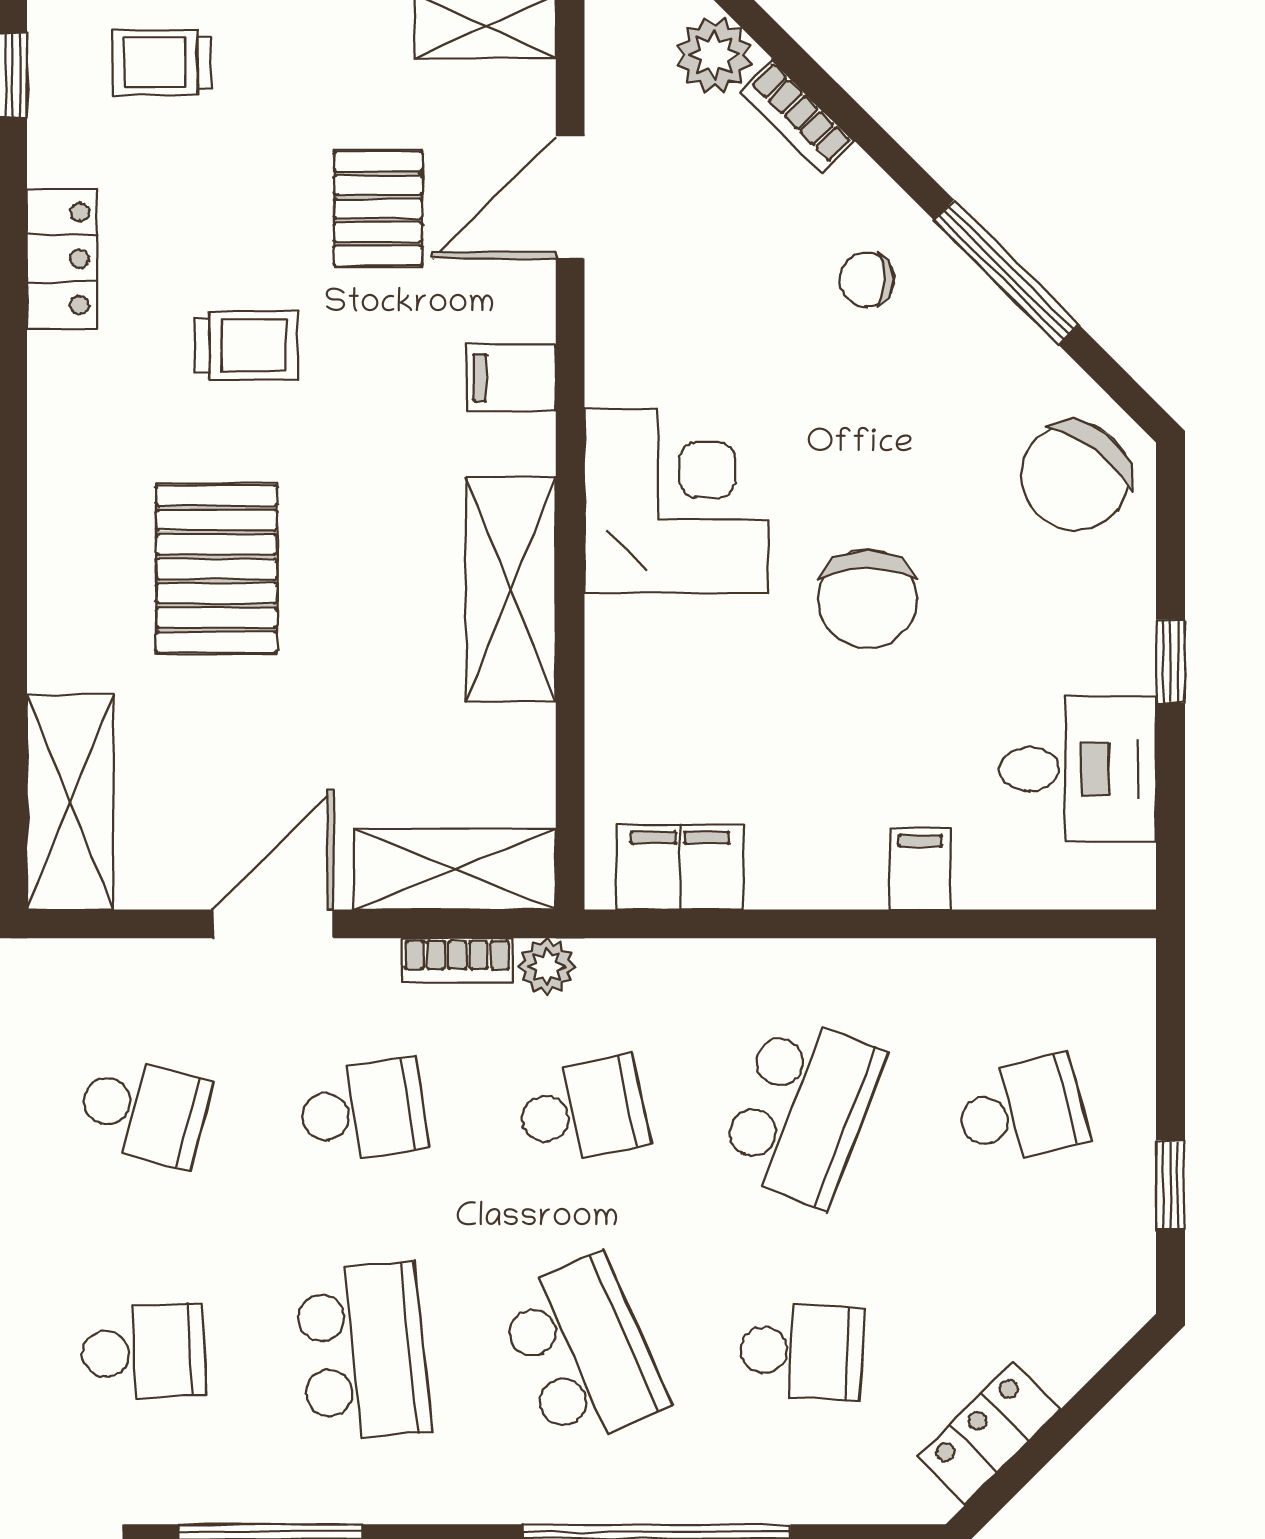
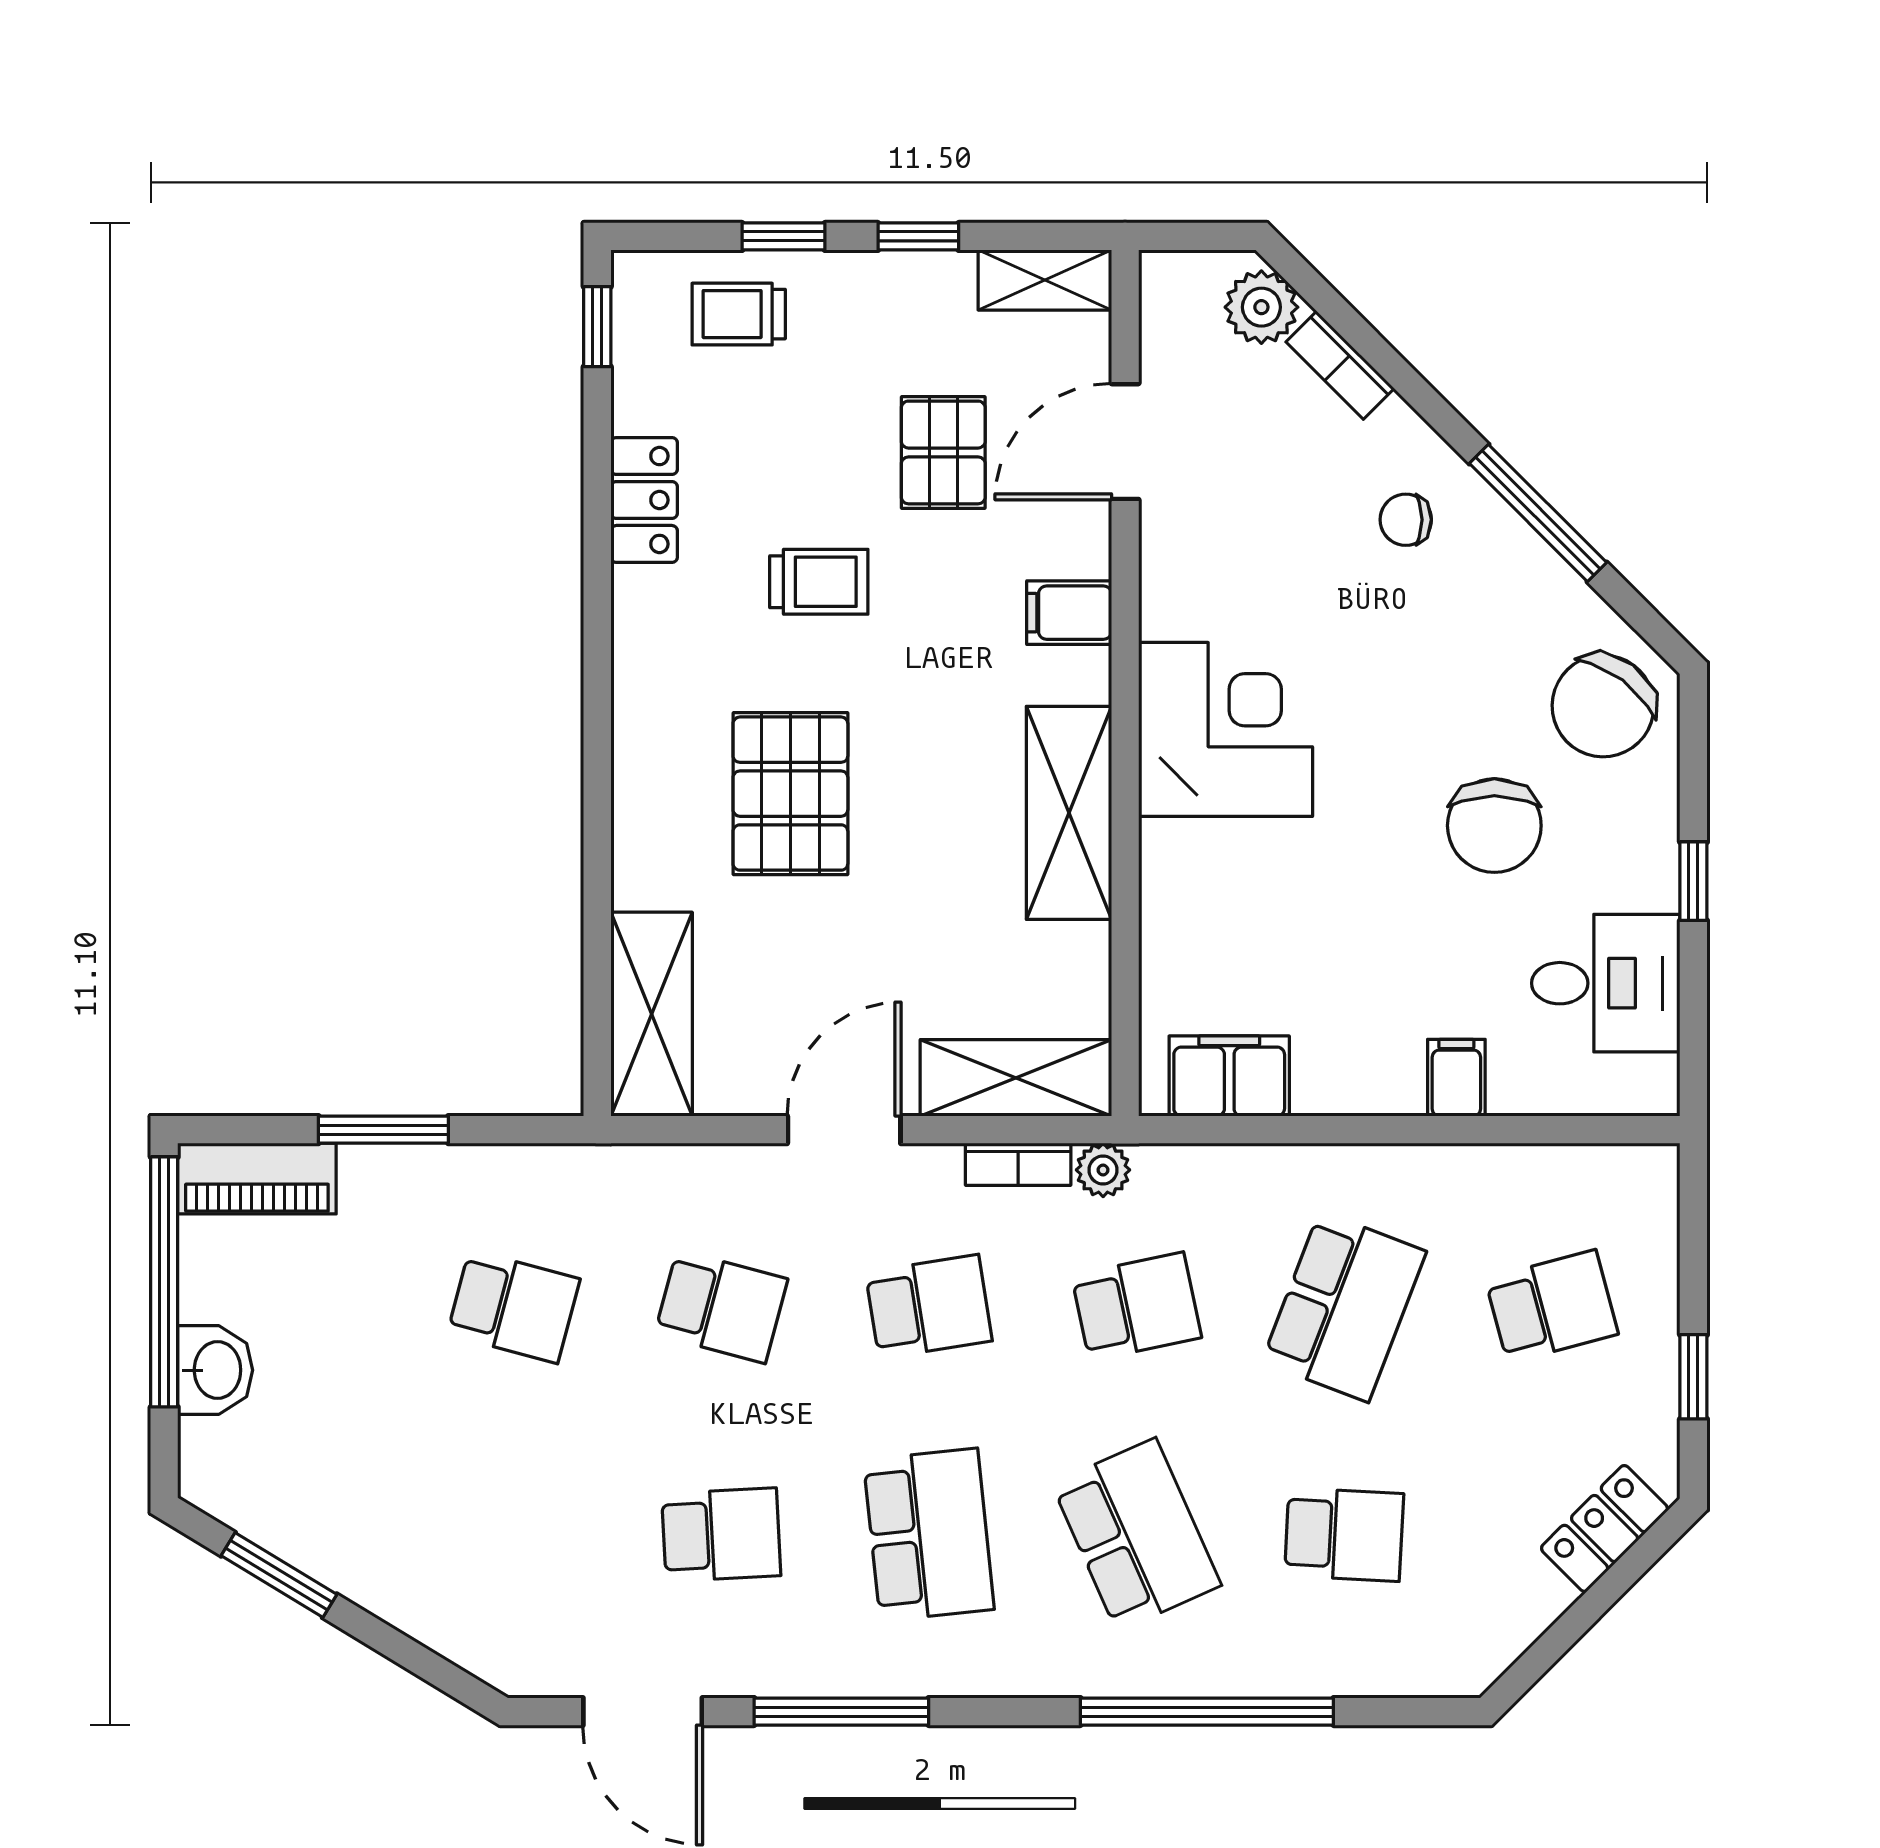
chair: (868, 599) -> (1494, 826), moved
locker: (989, 1433) -> (1605, 1528), moved

